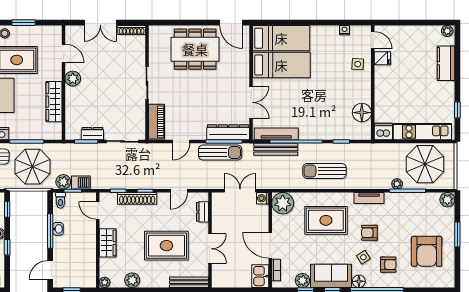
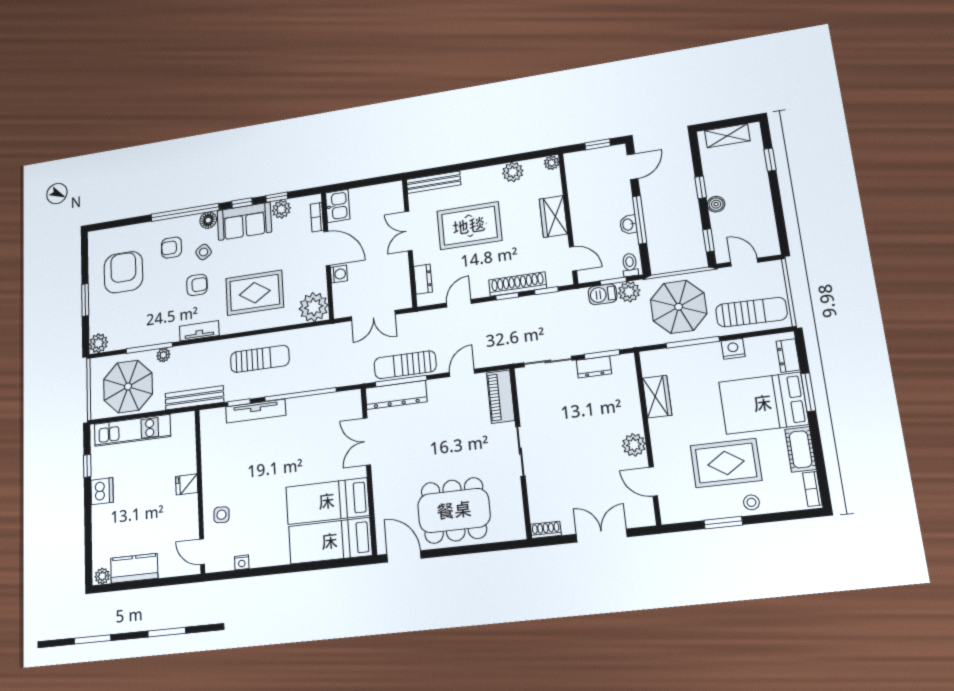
shoe rack: (132, 30) -> (546, 530), width x0.70
fridge: (382, 58) -> (187, 484), moved
kitchen counter: (446, 63) -> (134, 568), moved, turned -90
wardrobe: (54, 102) -> (657, 397), width x0.67
floor lamp: (362, 113) -> (213, 446), removed
dishwasher: (383, 131) -> (102, 491), moved, turned -90
tv unit: (276, 134) -> (256, 411), moved
bench: (276, 149) -> (194, 398), moved
washing machine: (263, 198) -> (339, 274), moved

